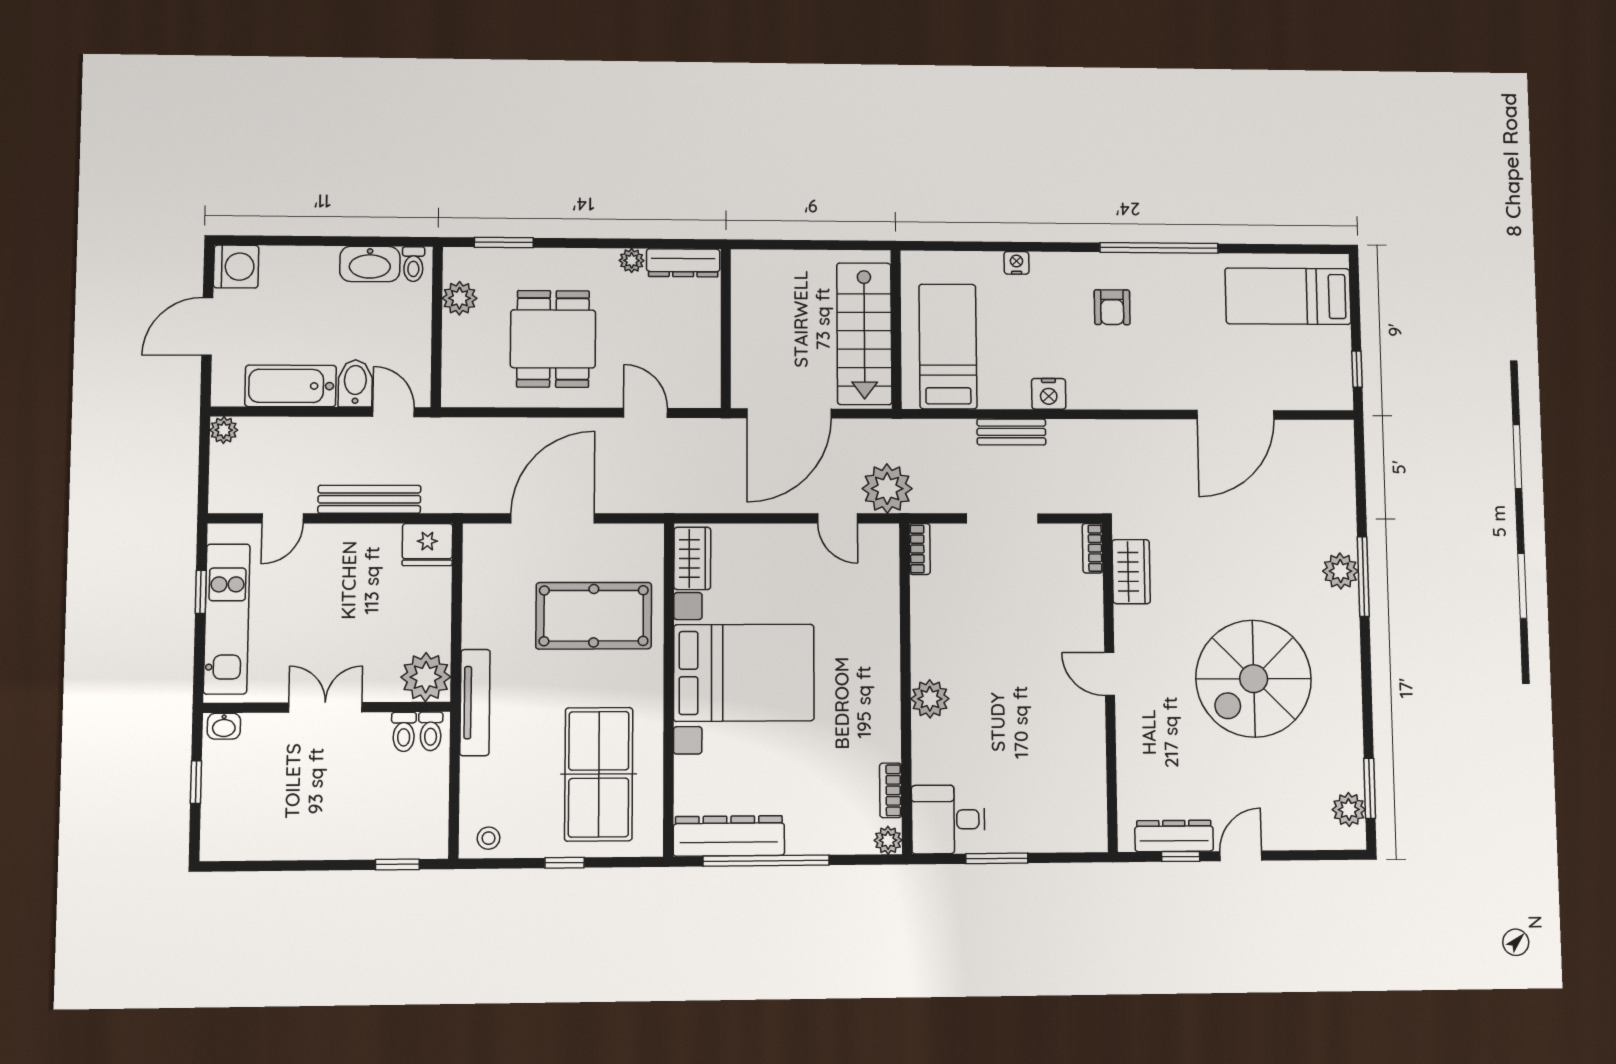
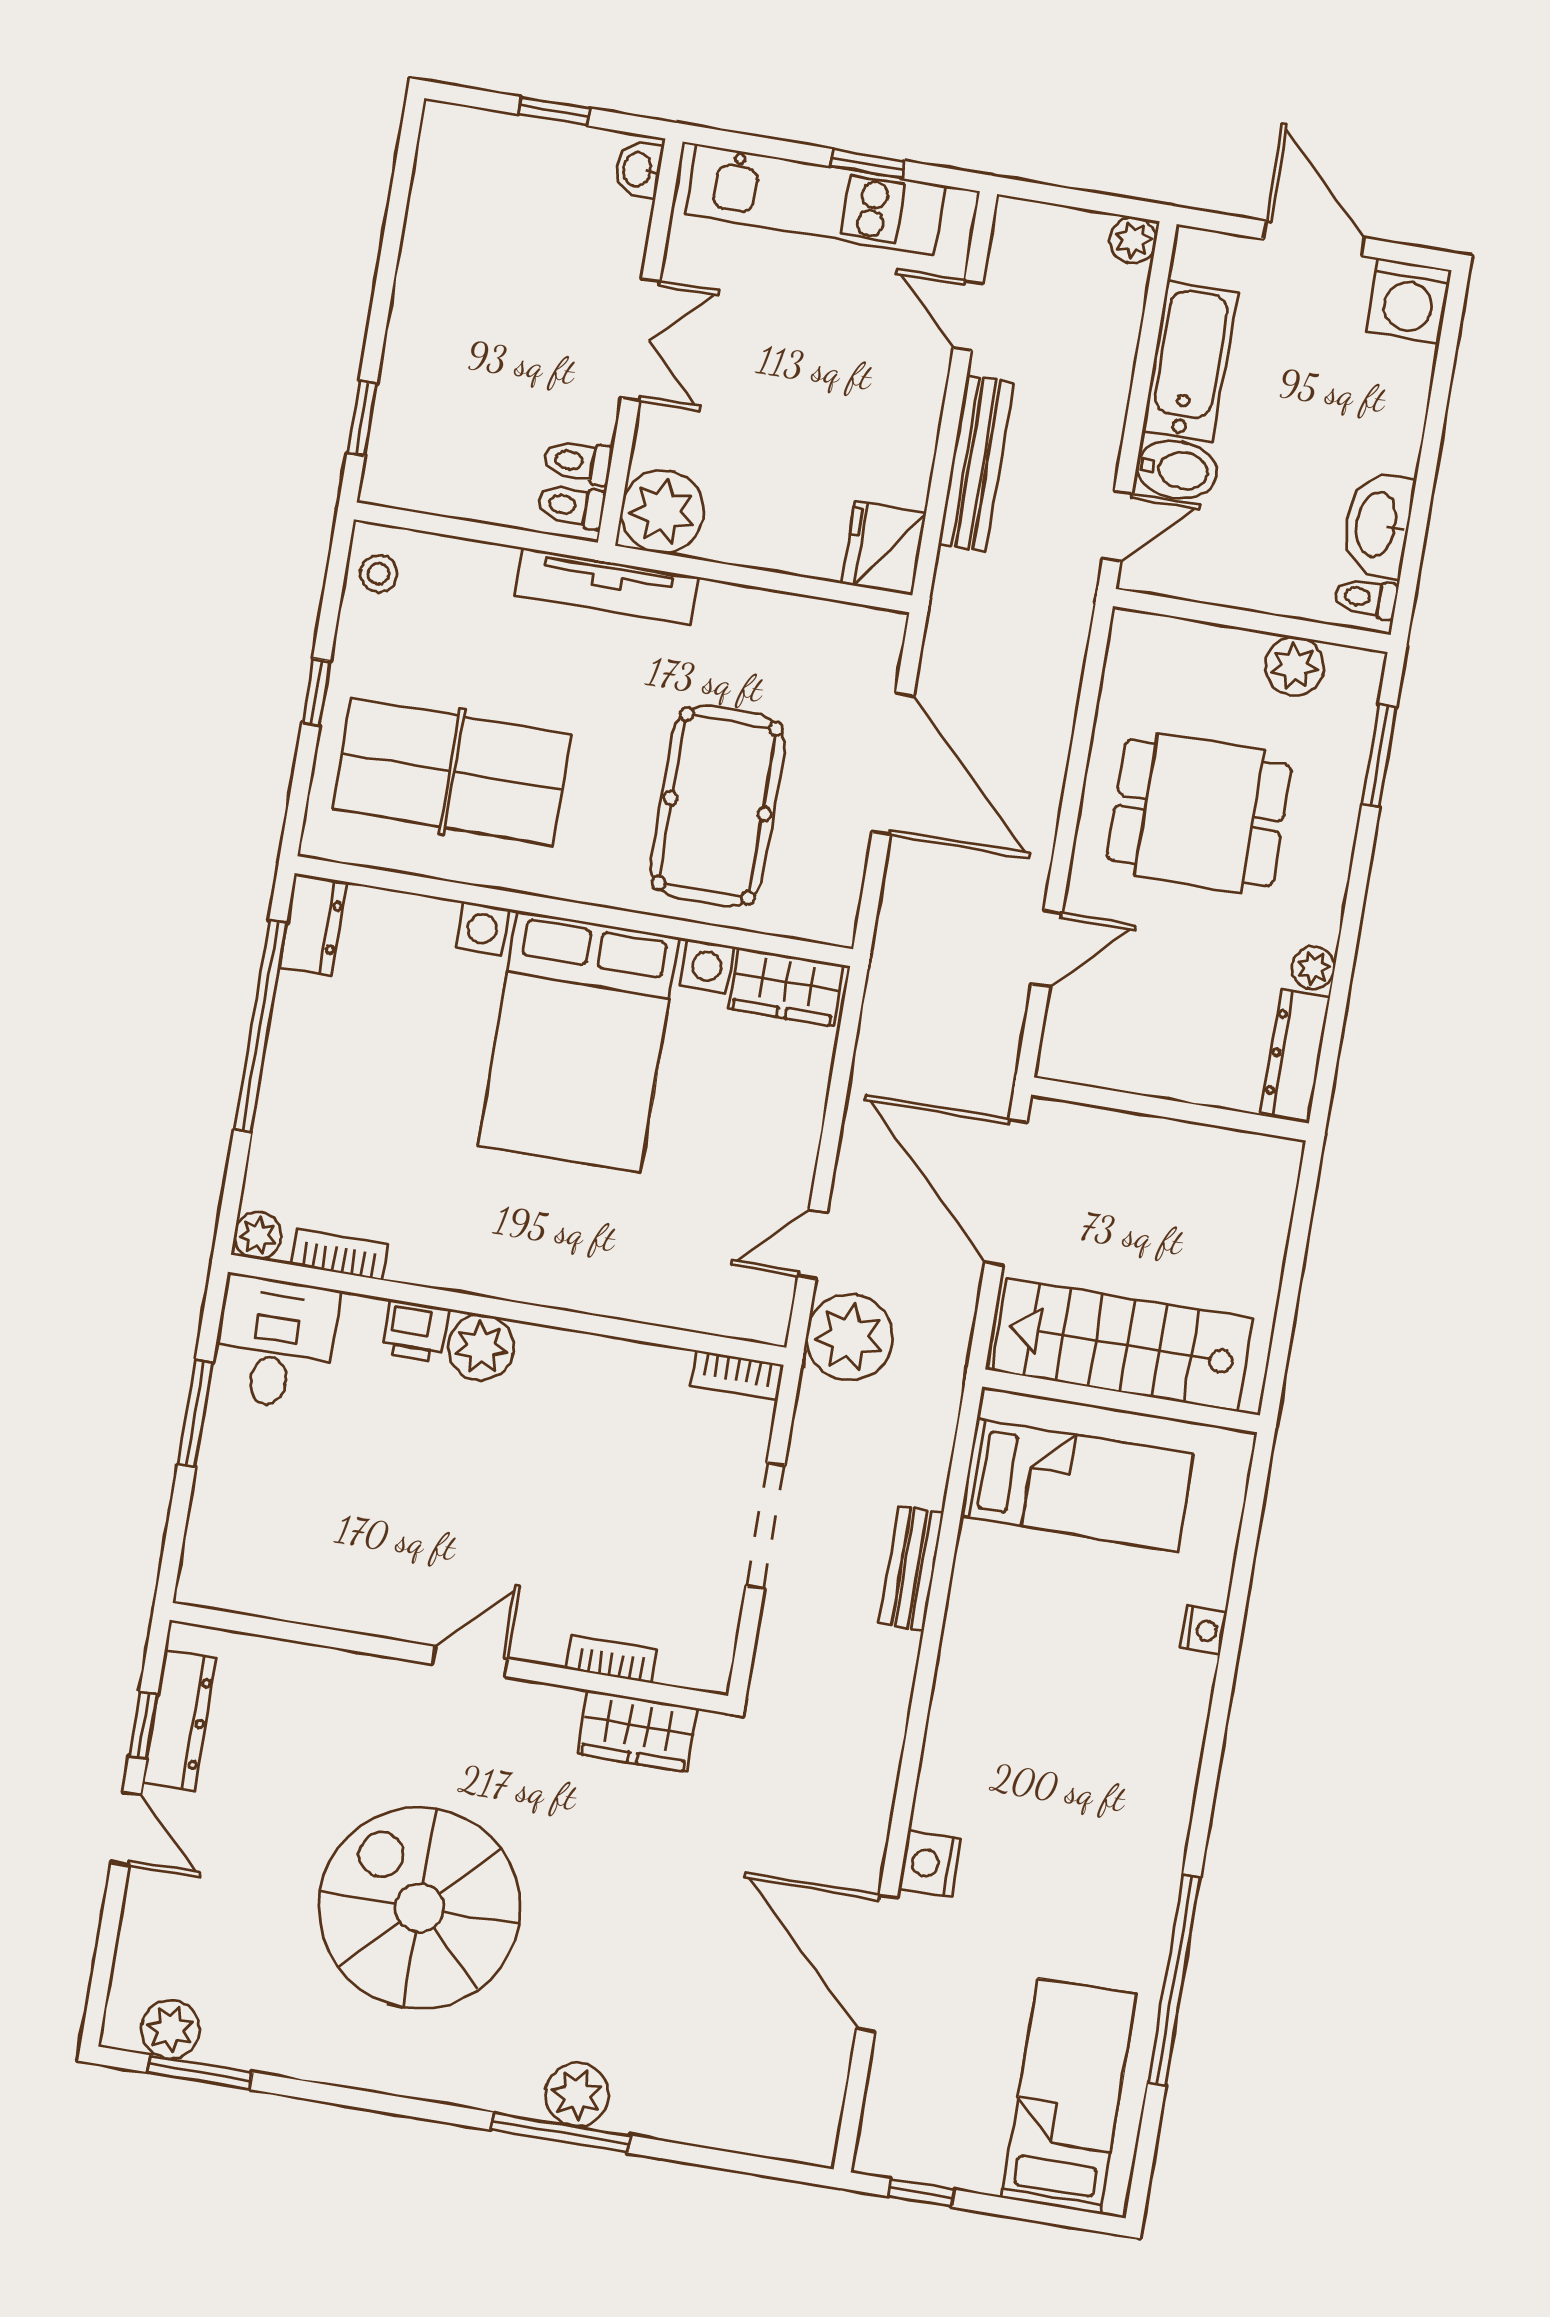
window: (1159, 248) -> (1174, 1980), moved
armchair: (1112, 307) -> (1099, 1783), removed
nightstand: (1049, 394) -> (930, 1864), moved
bookcase: (1093, 548) -> (612, 1659), moved
printer: (927, 739) -> (415, 1331), added
dresser: (729, 836) -> (313, 924), width x0.51, depth x0.80

